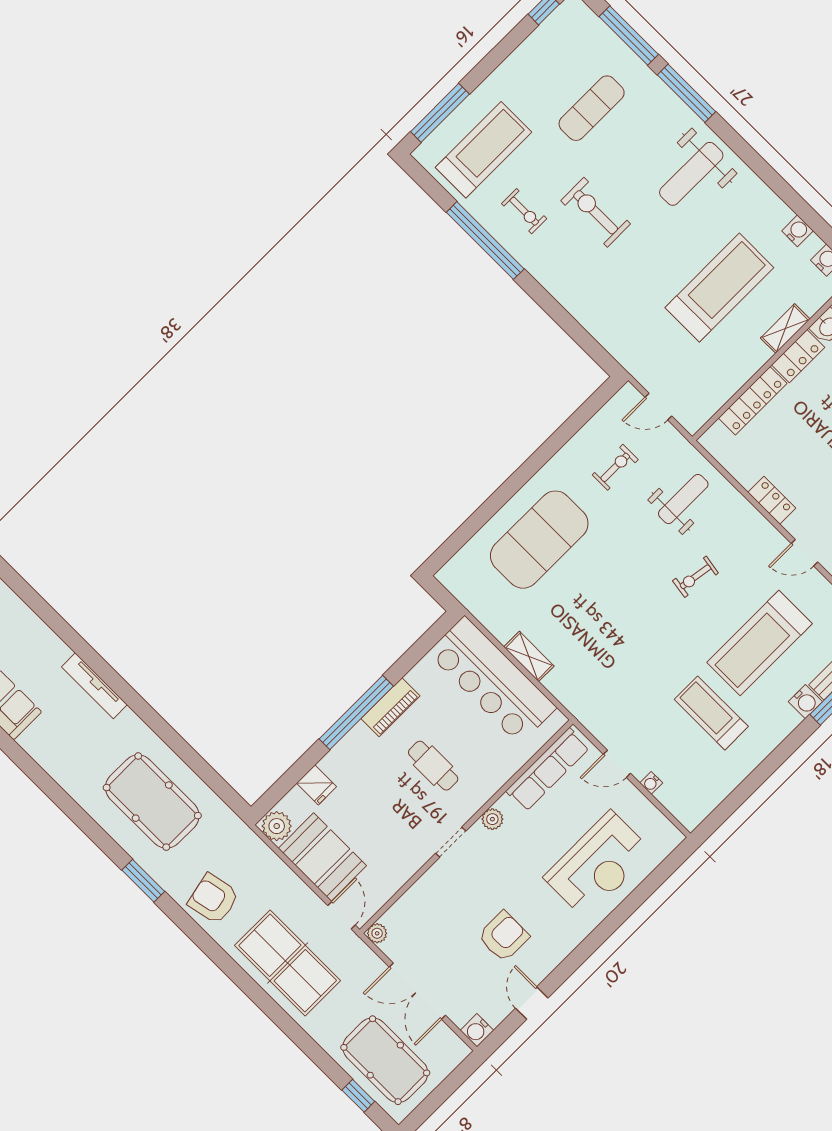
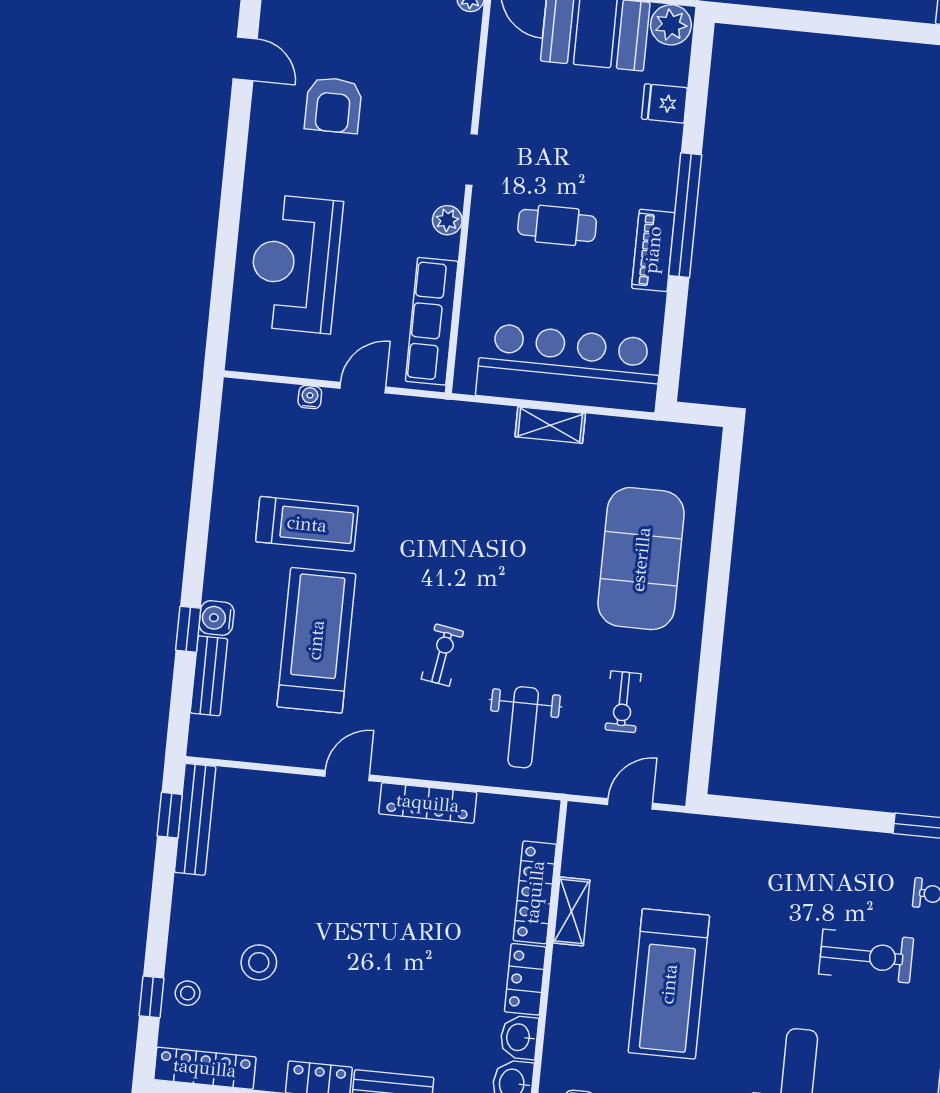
shelving: (785, 329) -> (572, 911), moved
locker: (772, 500) -> (428, 803), width x1.53

